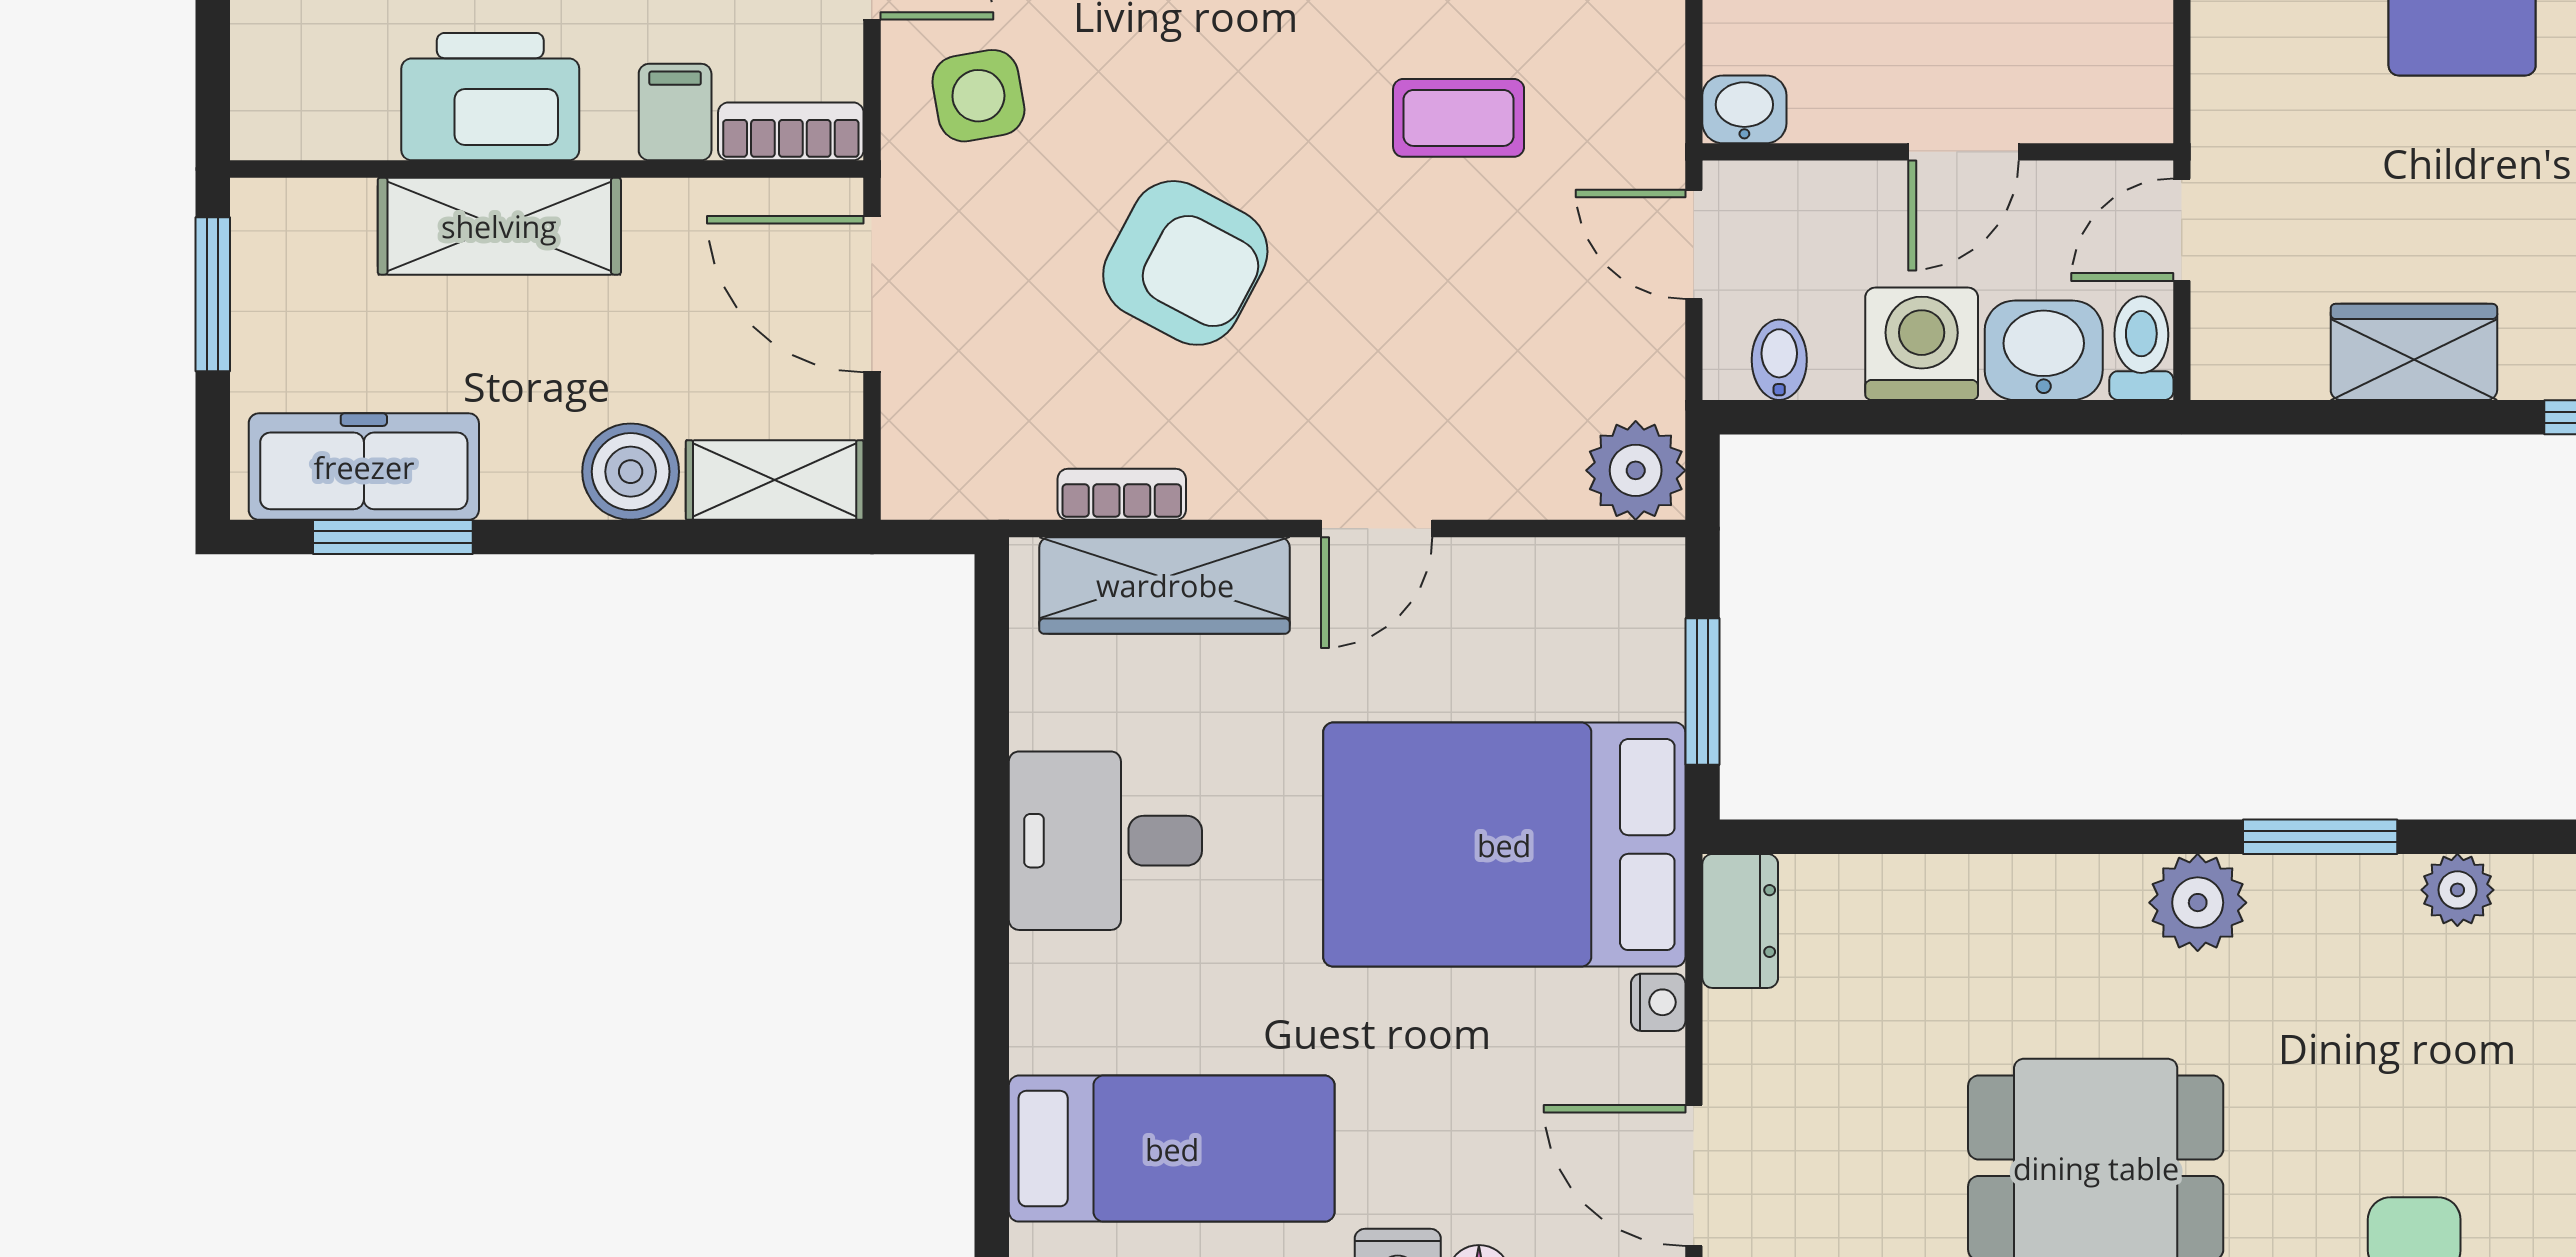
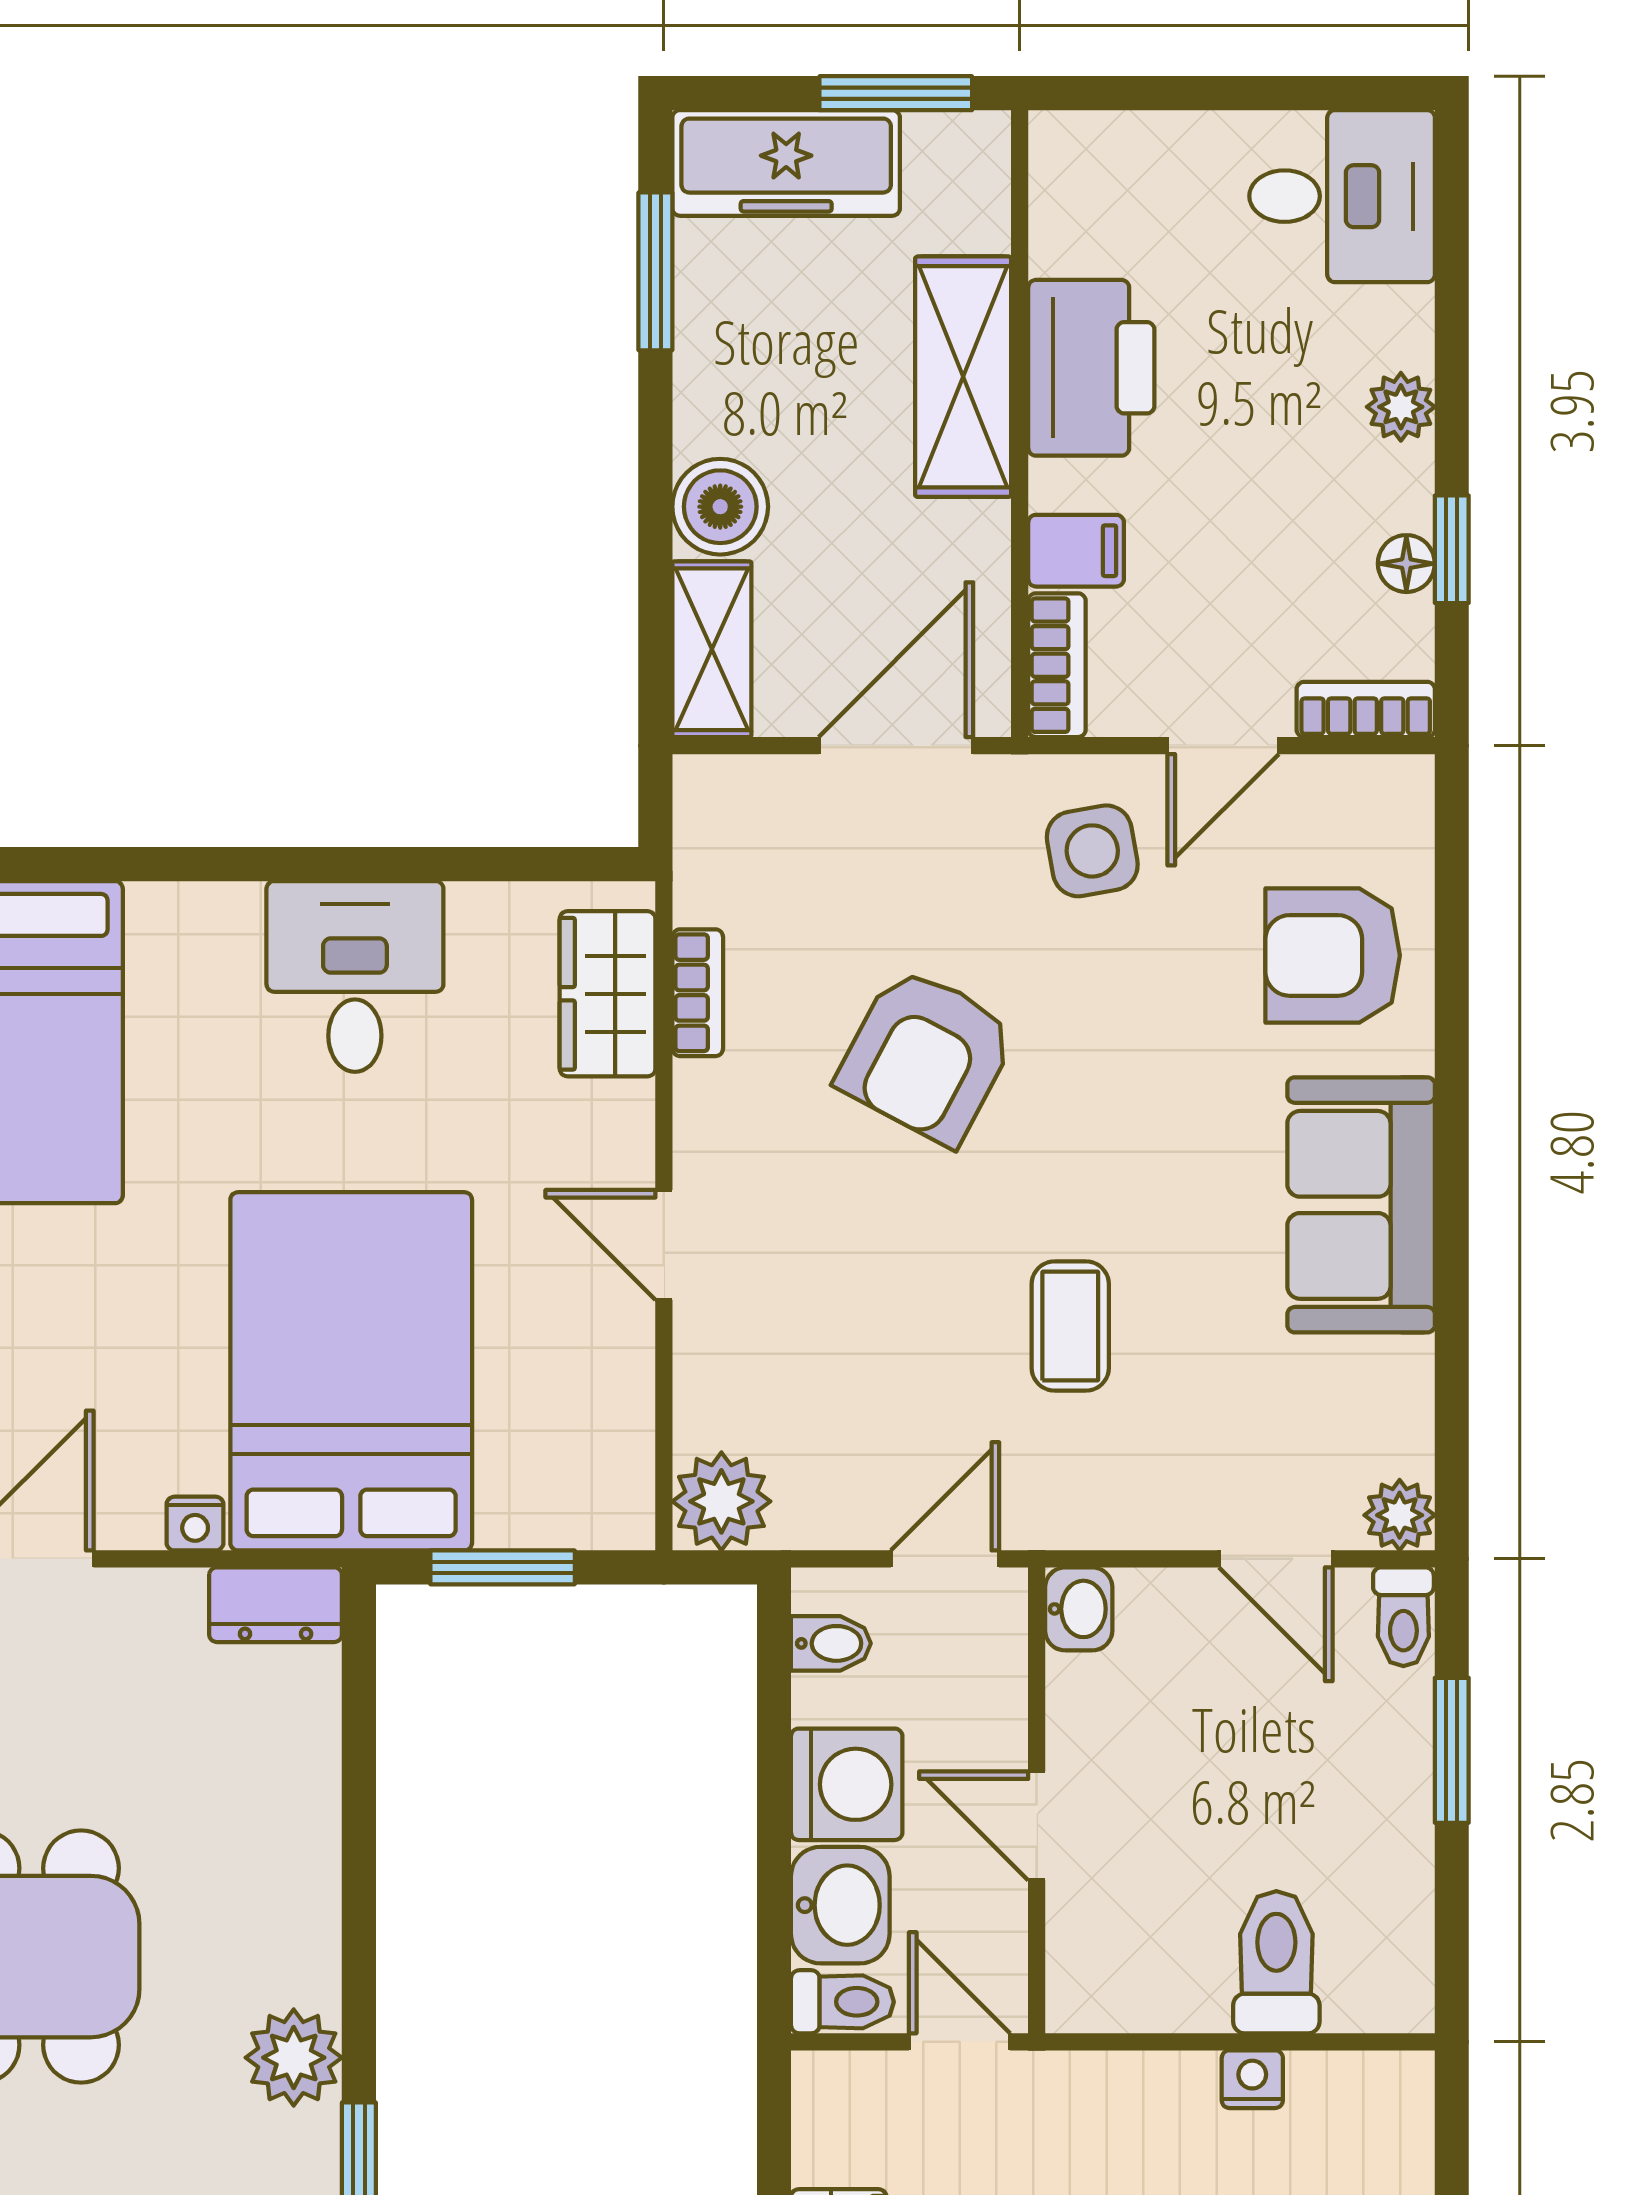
freezer: (364, 467) -> (786, 163), moved, turned 90
wardrobe: (1165, 585) -> (608, 994), width x0.67

